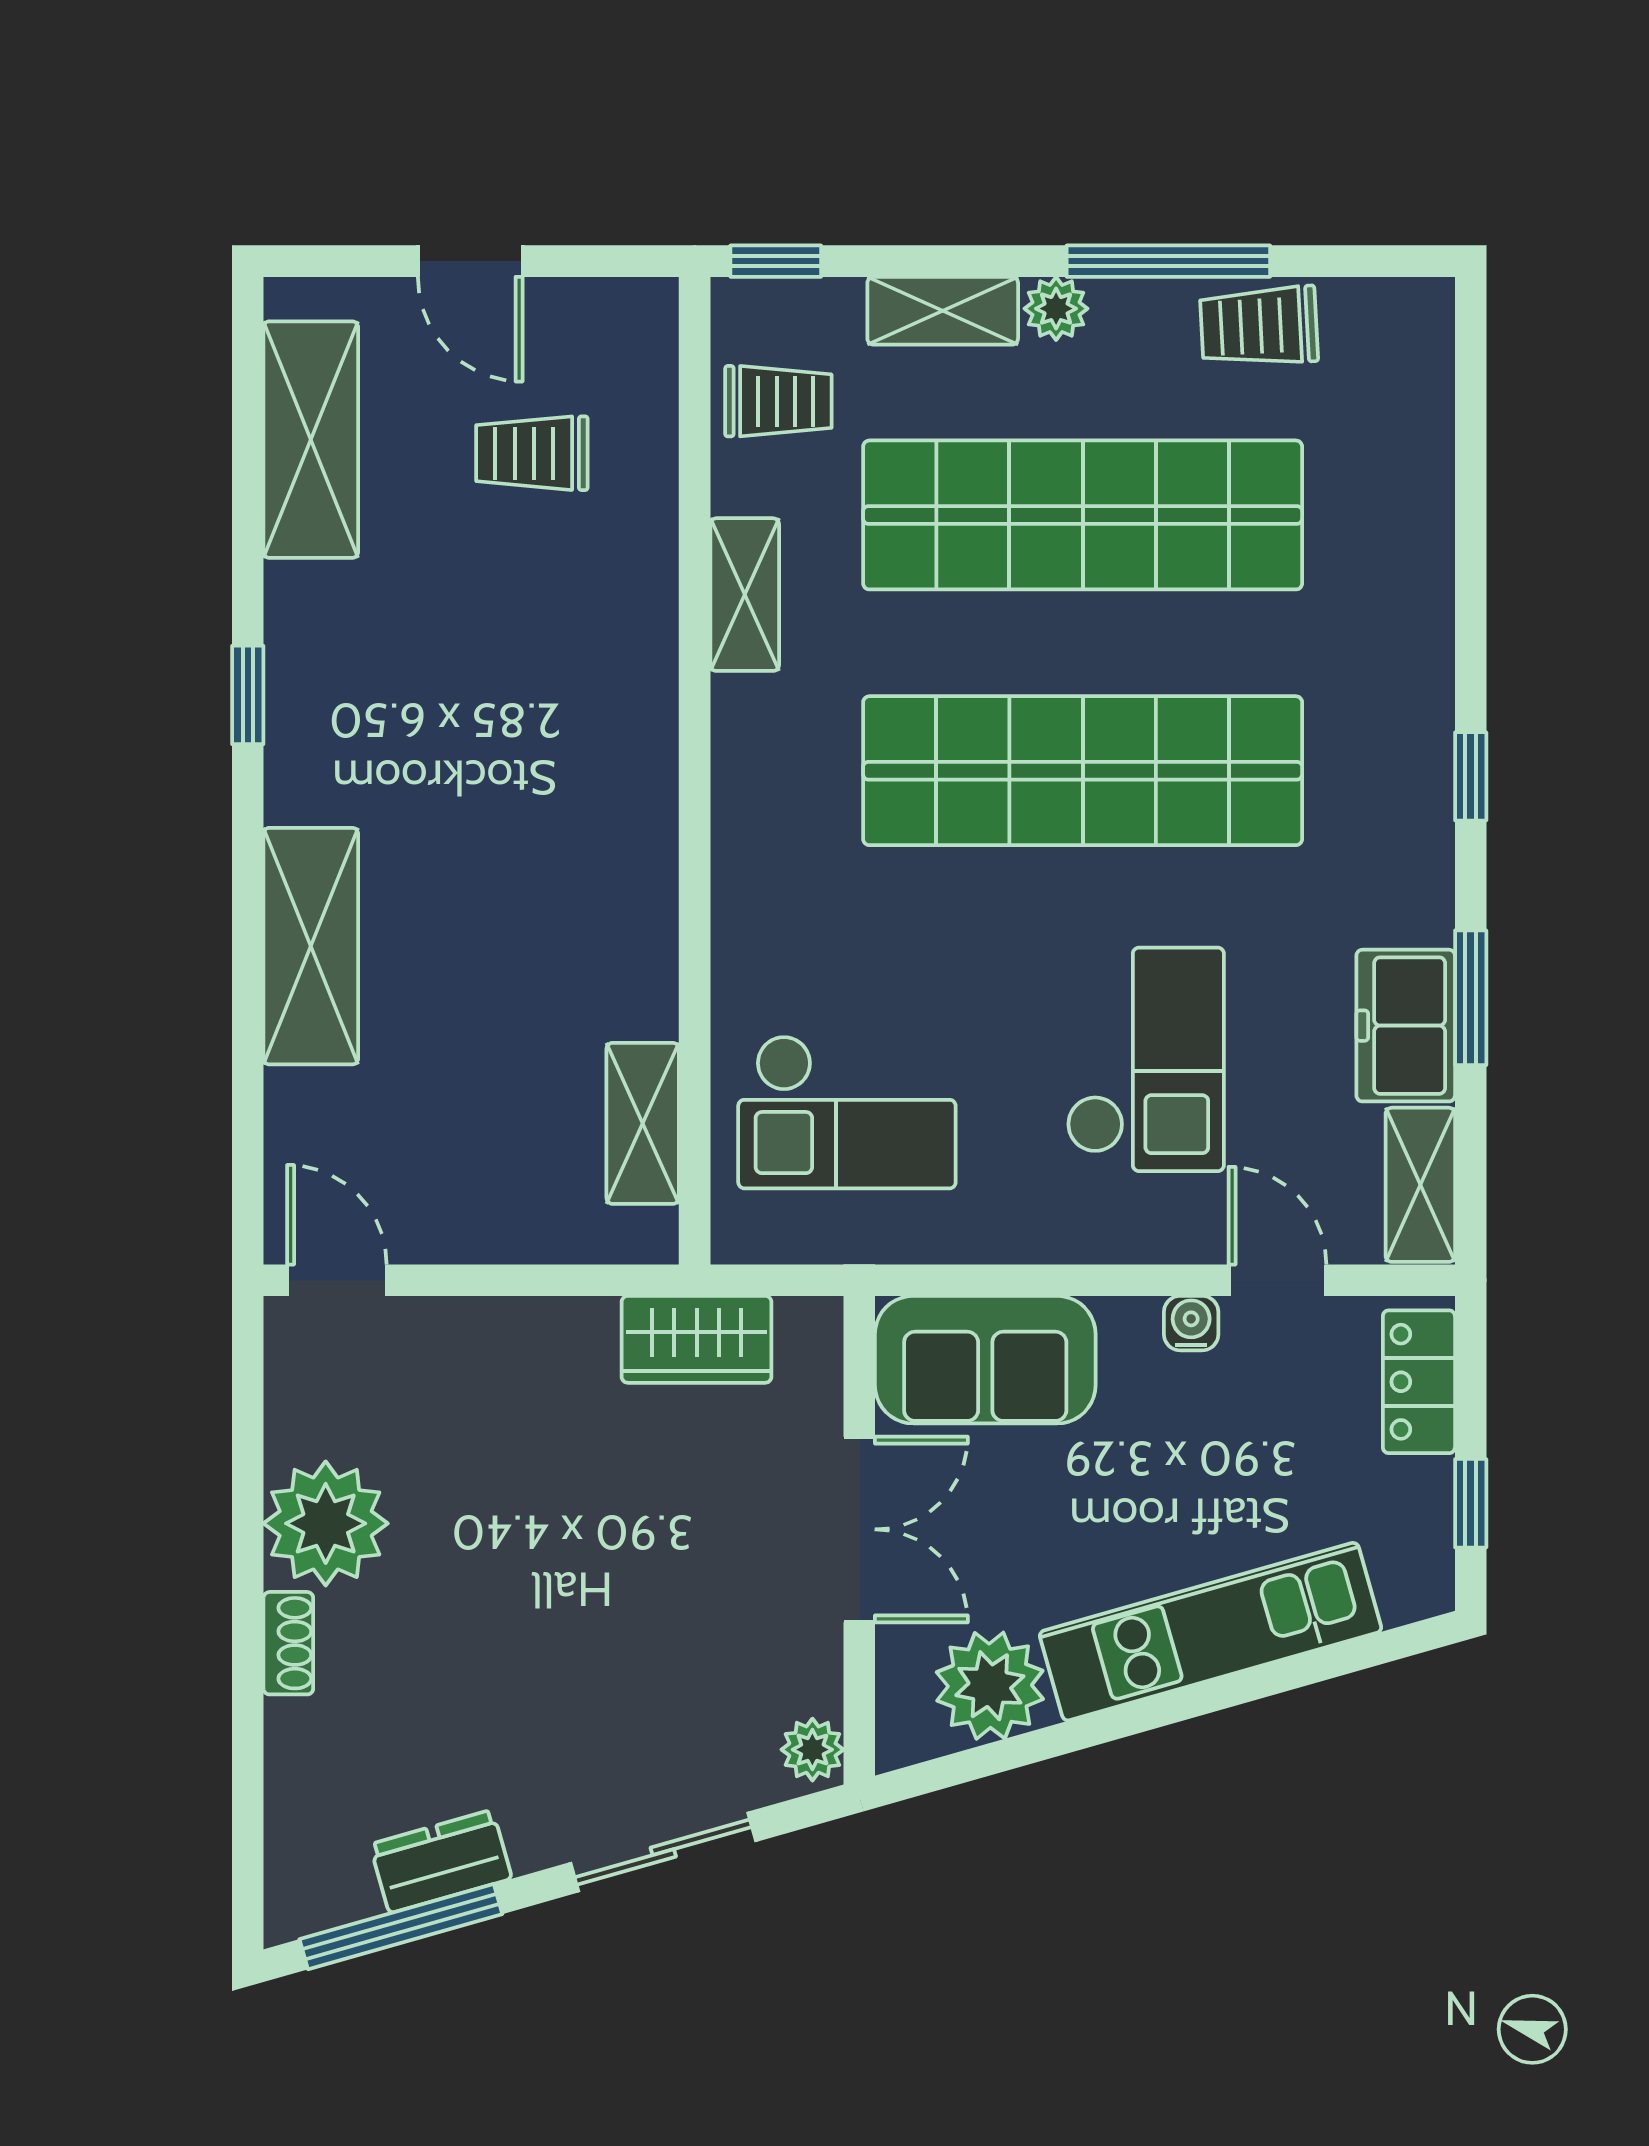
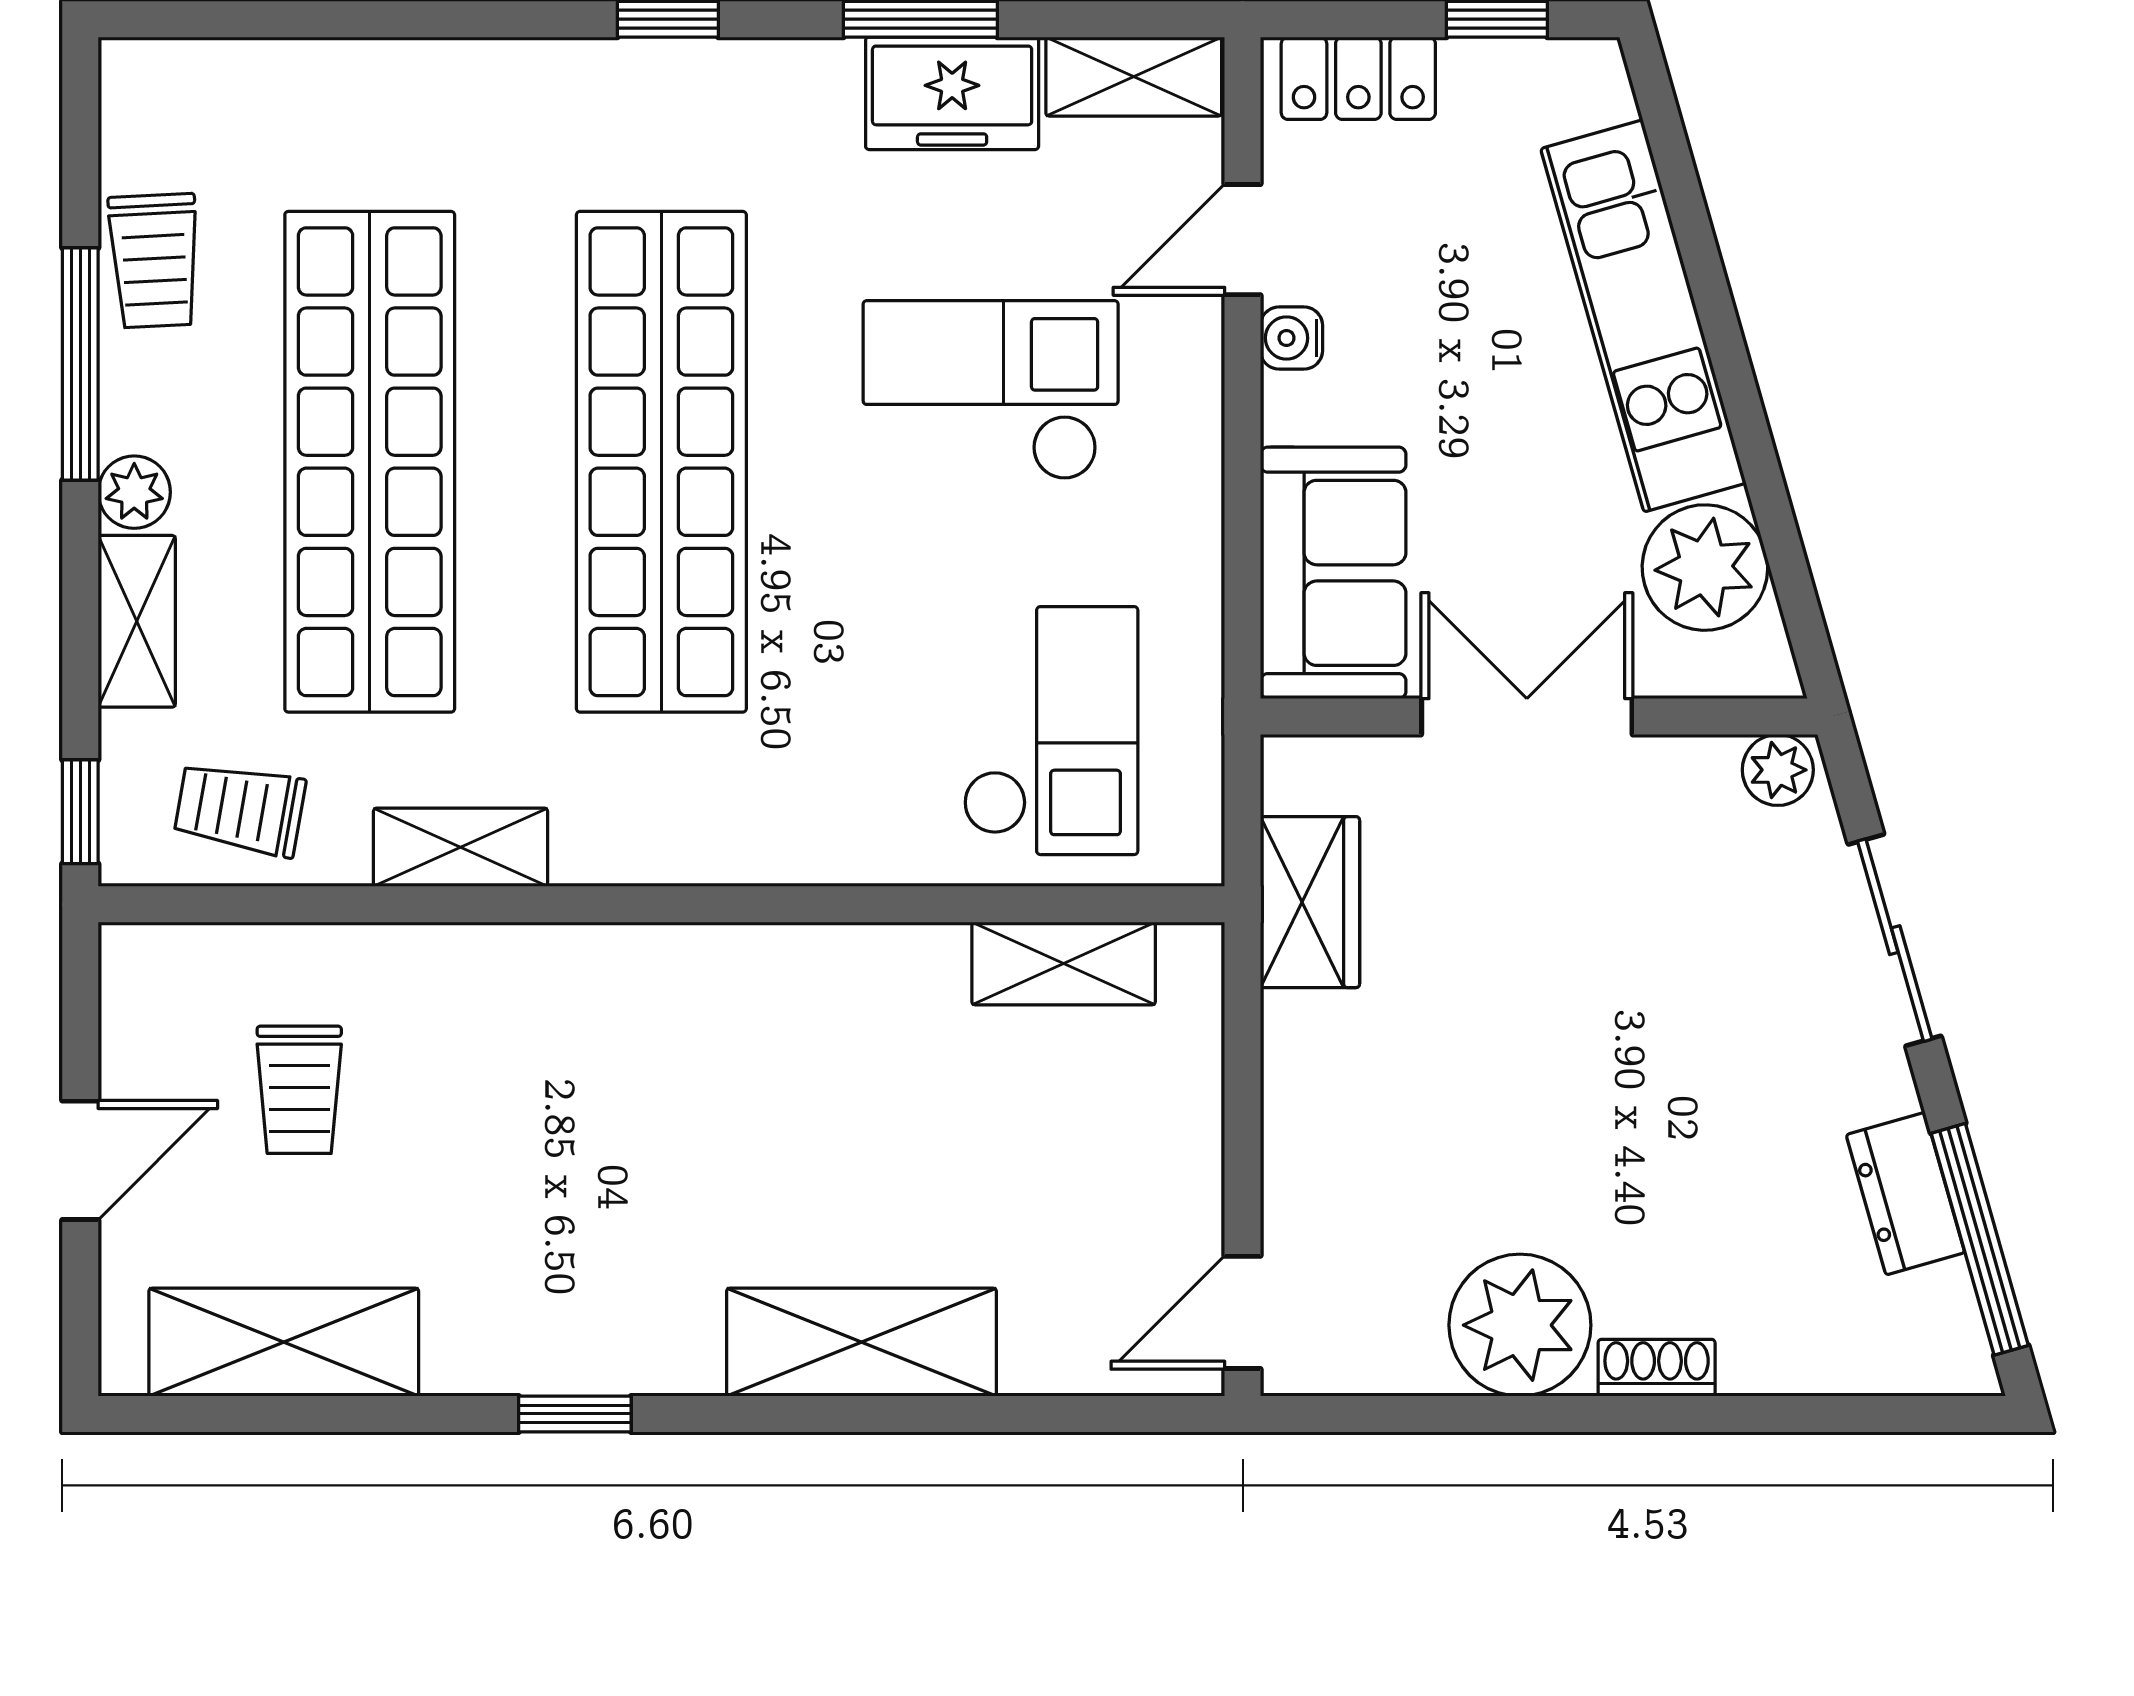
trolley: (778, 401) -> (240, 809), turned -80

